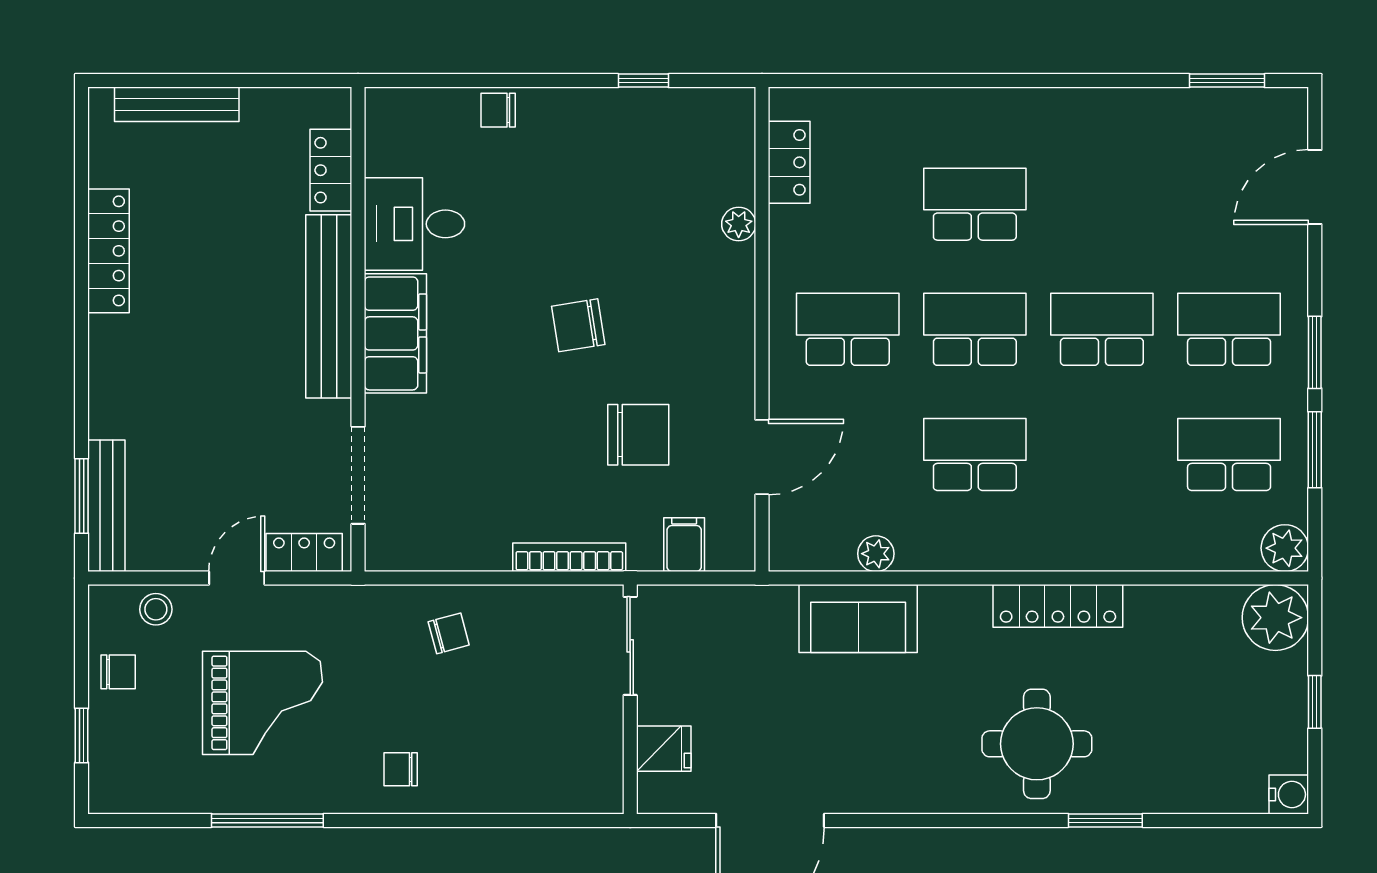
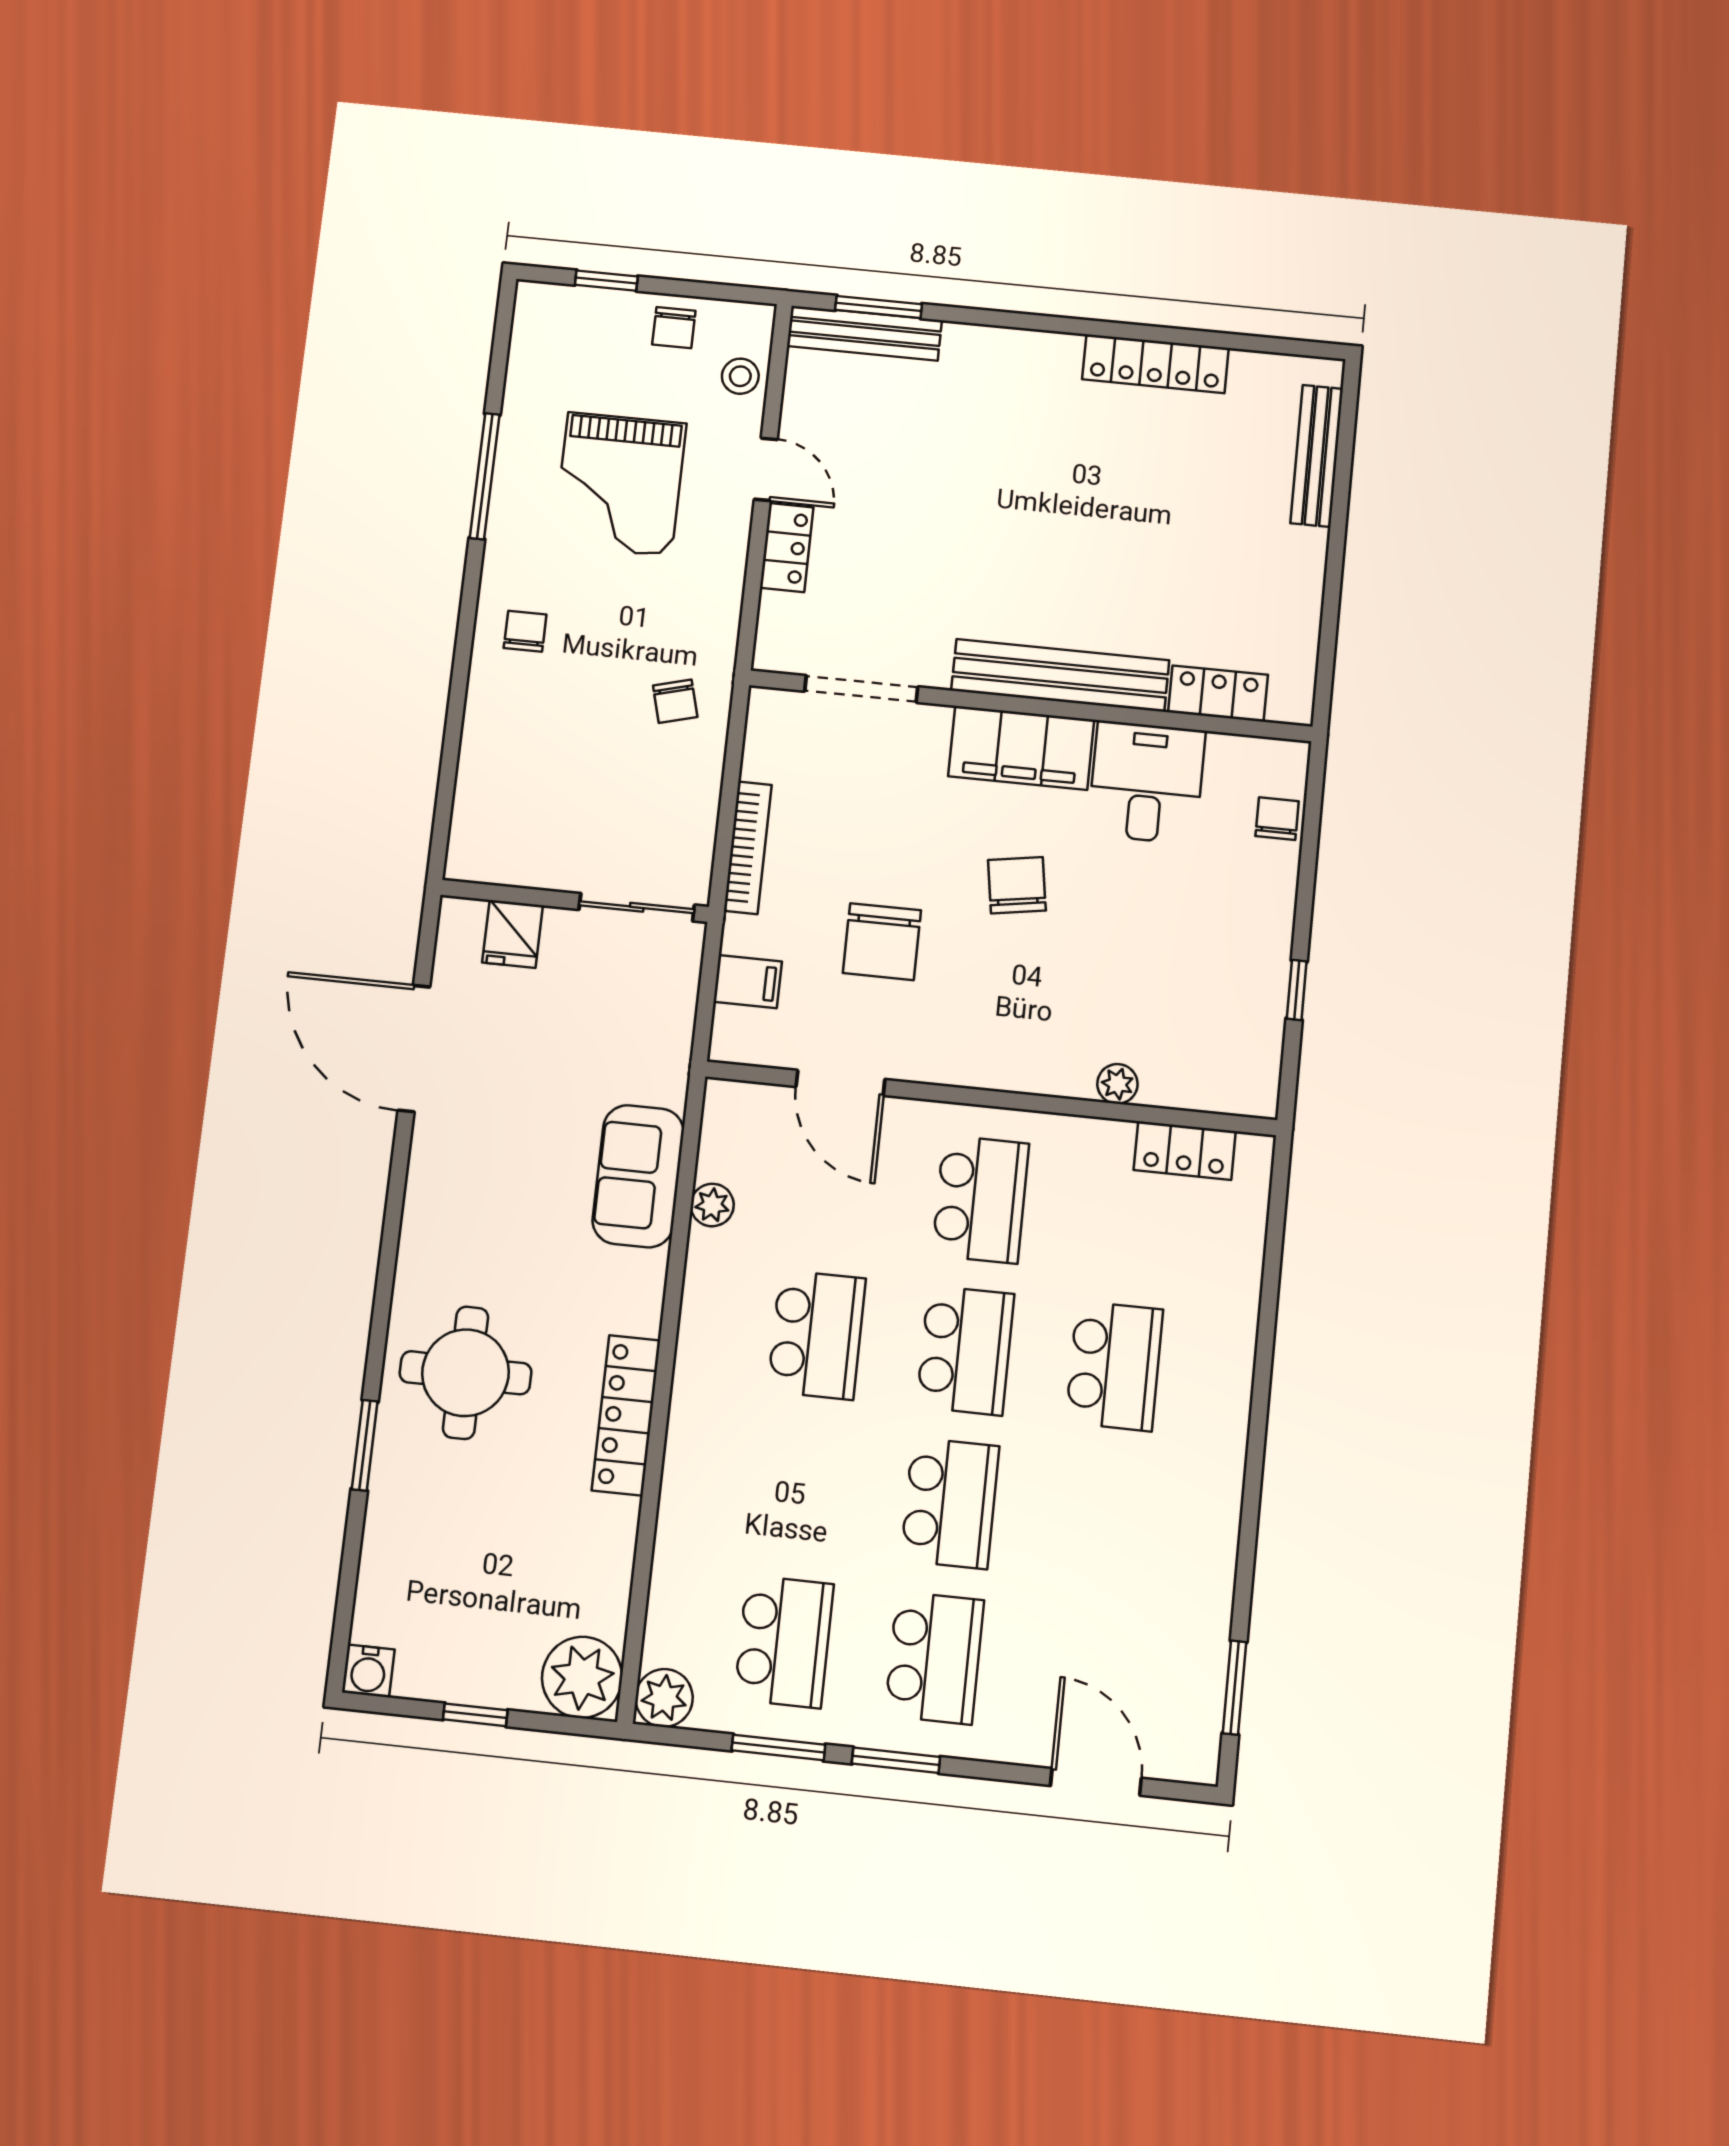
locker: (331, 170) -> (1218, 694), moved
desk: (414, 224) -> (1146, 782), moved
bench: (329, 306) -> (1060, 675), moved
wall: (358, 329) -> (1030, 706), moved
filing cabinet: (395, 333) -> (1021, 748), moved
doorway: (358, 475) -> (861, 689), moved

